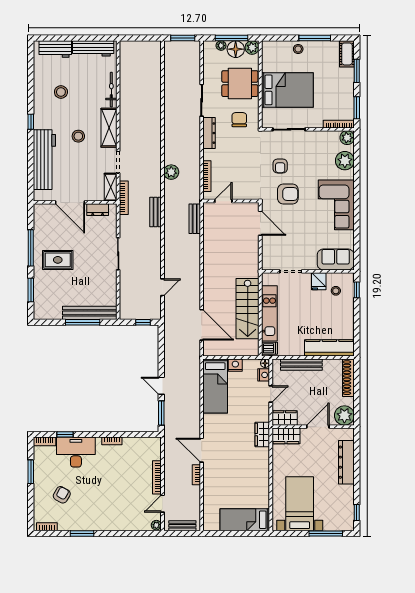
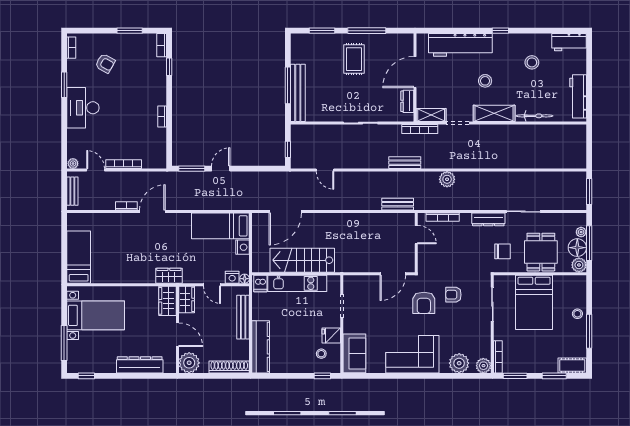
workbench: (55, 49) -> (569, 42), moved, turned -90
desk: (76, 452) -> (83, 108), moved, turned 180

